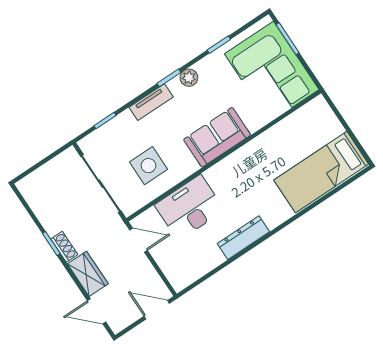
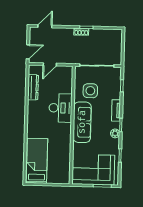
sofa: (217, 137) -> (82, 122), width x1.36
desk: (189, 208) -> (60, 108), moved
dresser: (243, 238) -> (33, 87), moved
door: (139, 240) -> (50, 64), moved
wardrobe: (88, 274) -> (63, 34), removed

